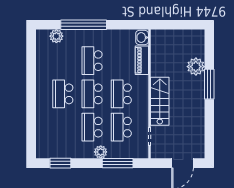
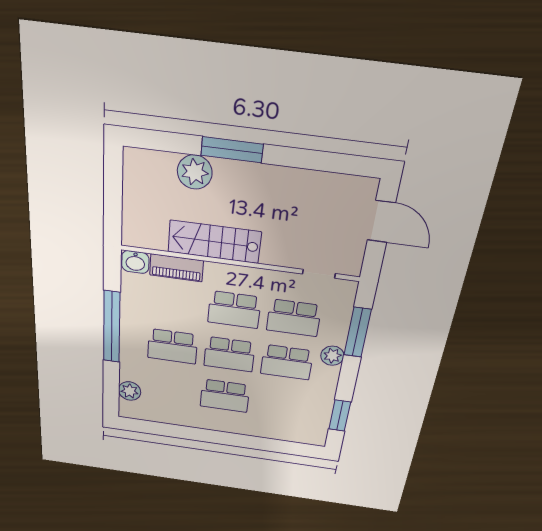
window: (84, 25) -> (112, 327), moved
stairs: (160, 101) -> (214, 242), moved

